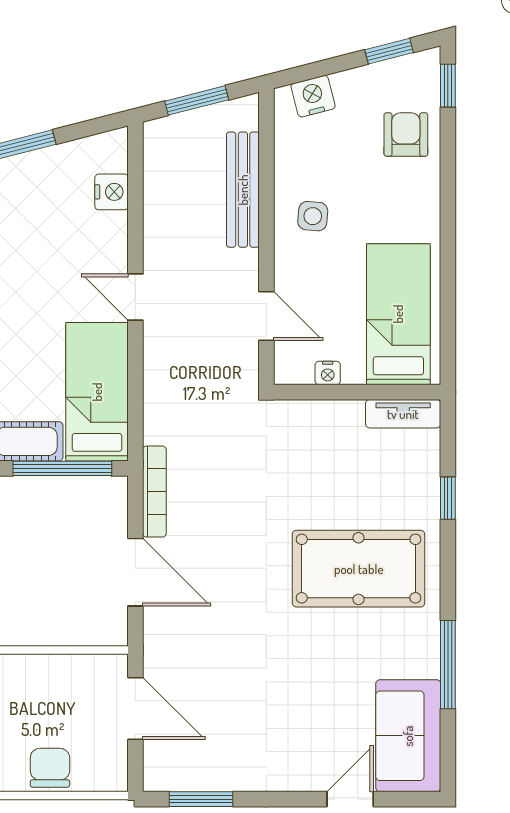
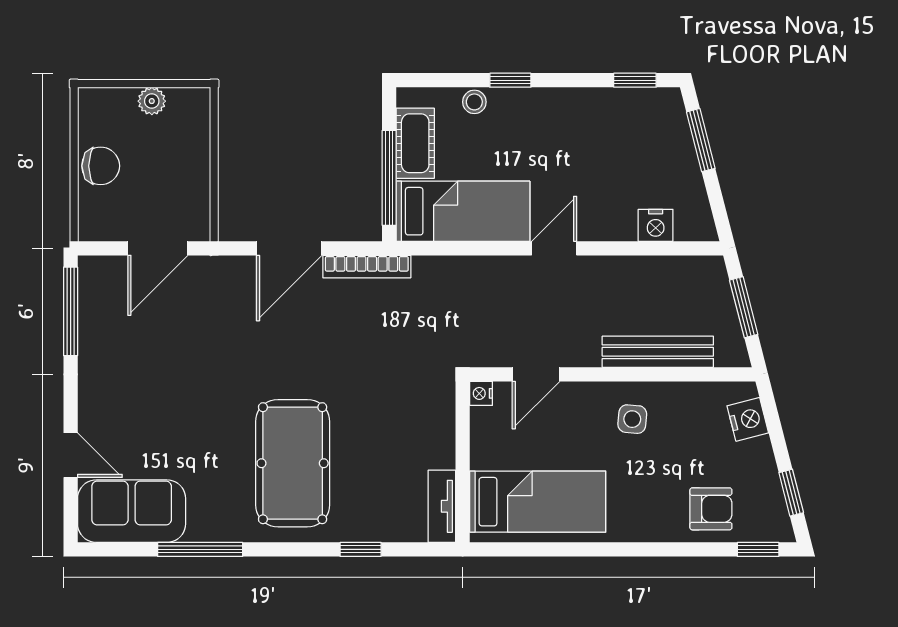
nightstand: (328, 373) -> (481, 393), moved
window: (201, 799) -> (71, 311), width x1.44

